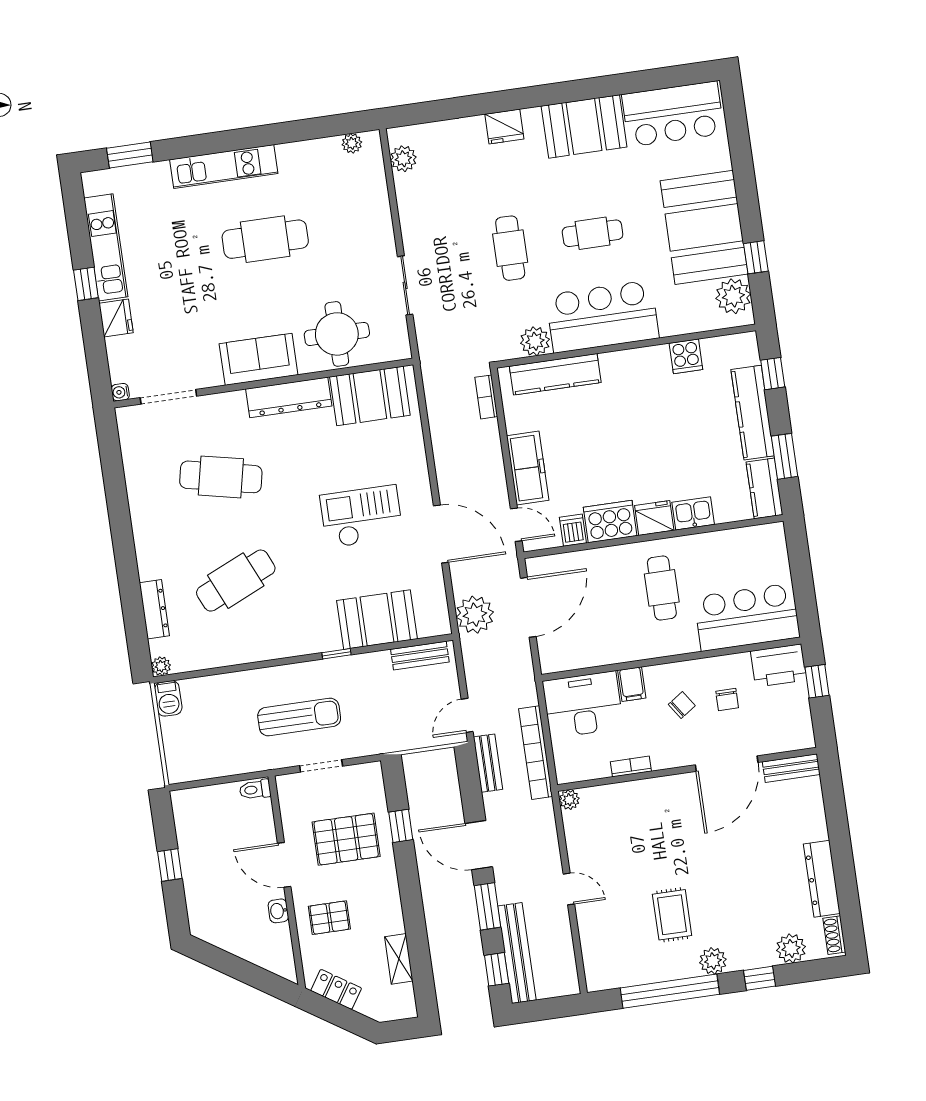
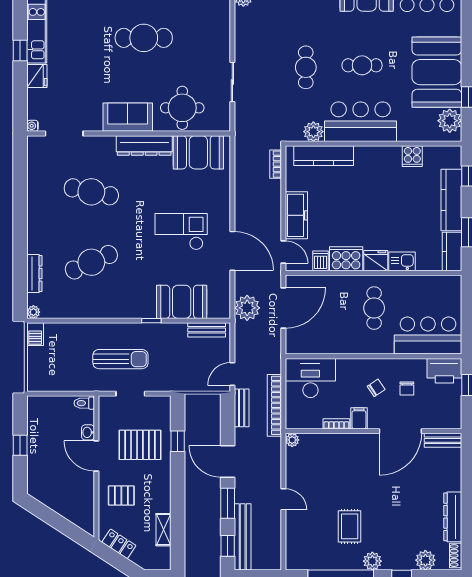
filing cabinet: (632, 684) -> (359, 418), moved, turned 180
washbasin: (278, 911) -> (88, 432), moved

